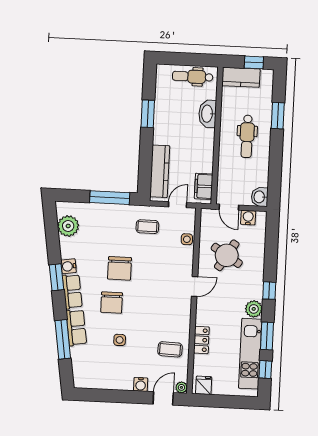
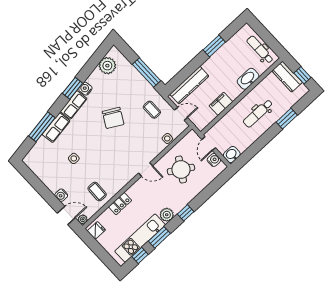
filing cabinet: (204, 186) -> (221, 104), moved
chair: (120, 268) -> (113, 118), turned -61
chair: (112, 303) -> (90, 133), removed

